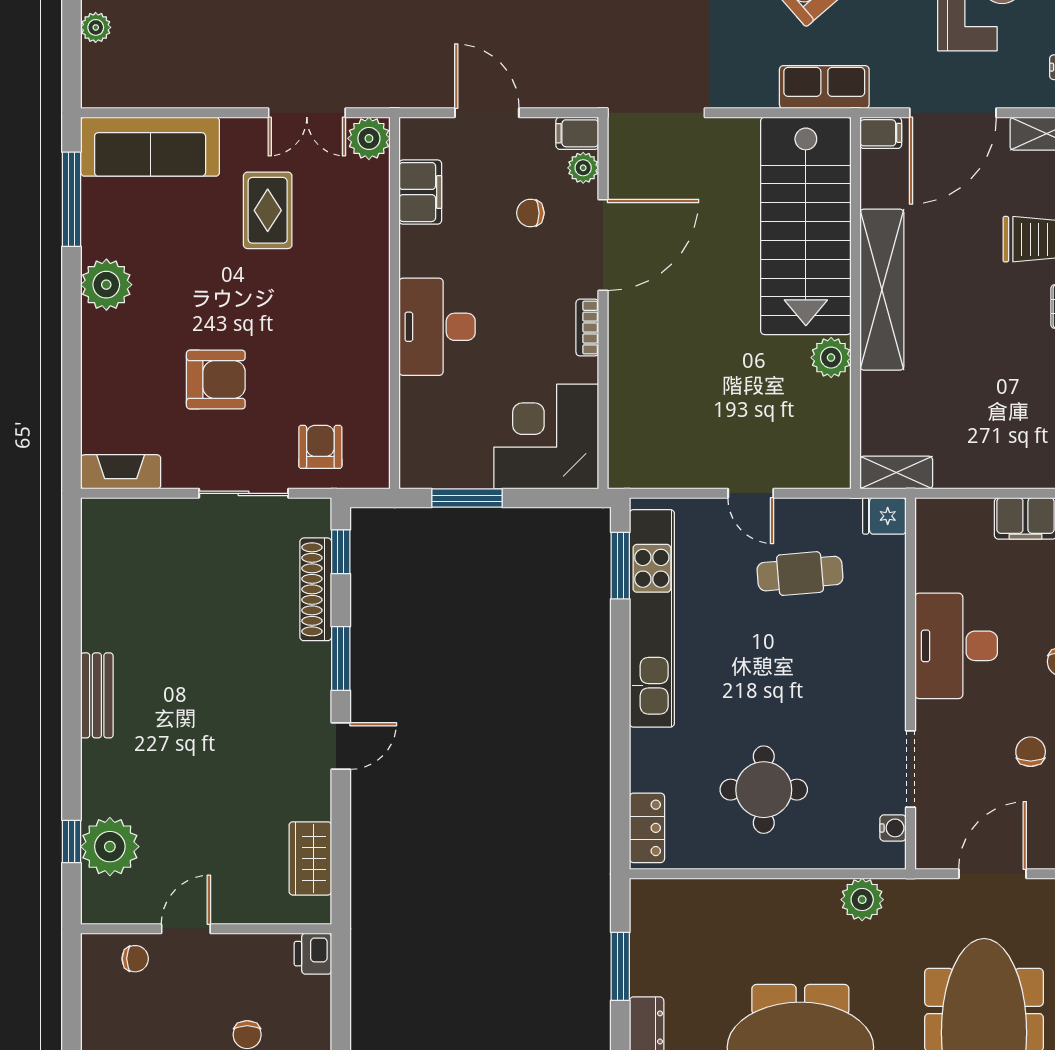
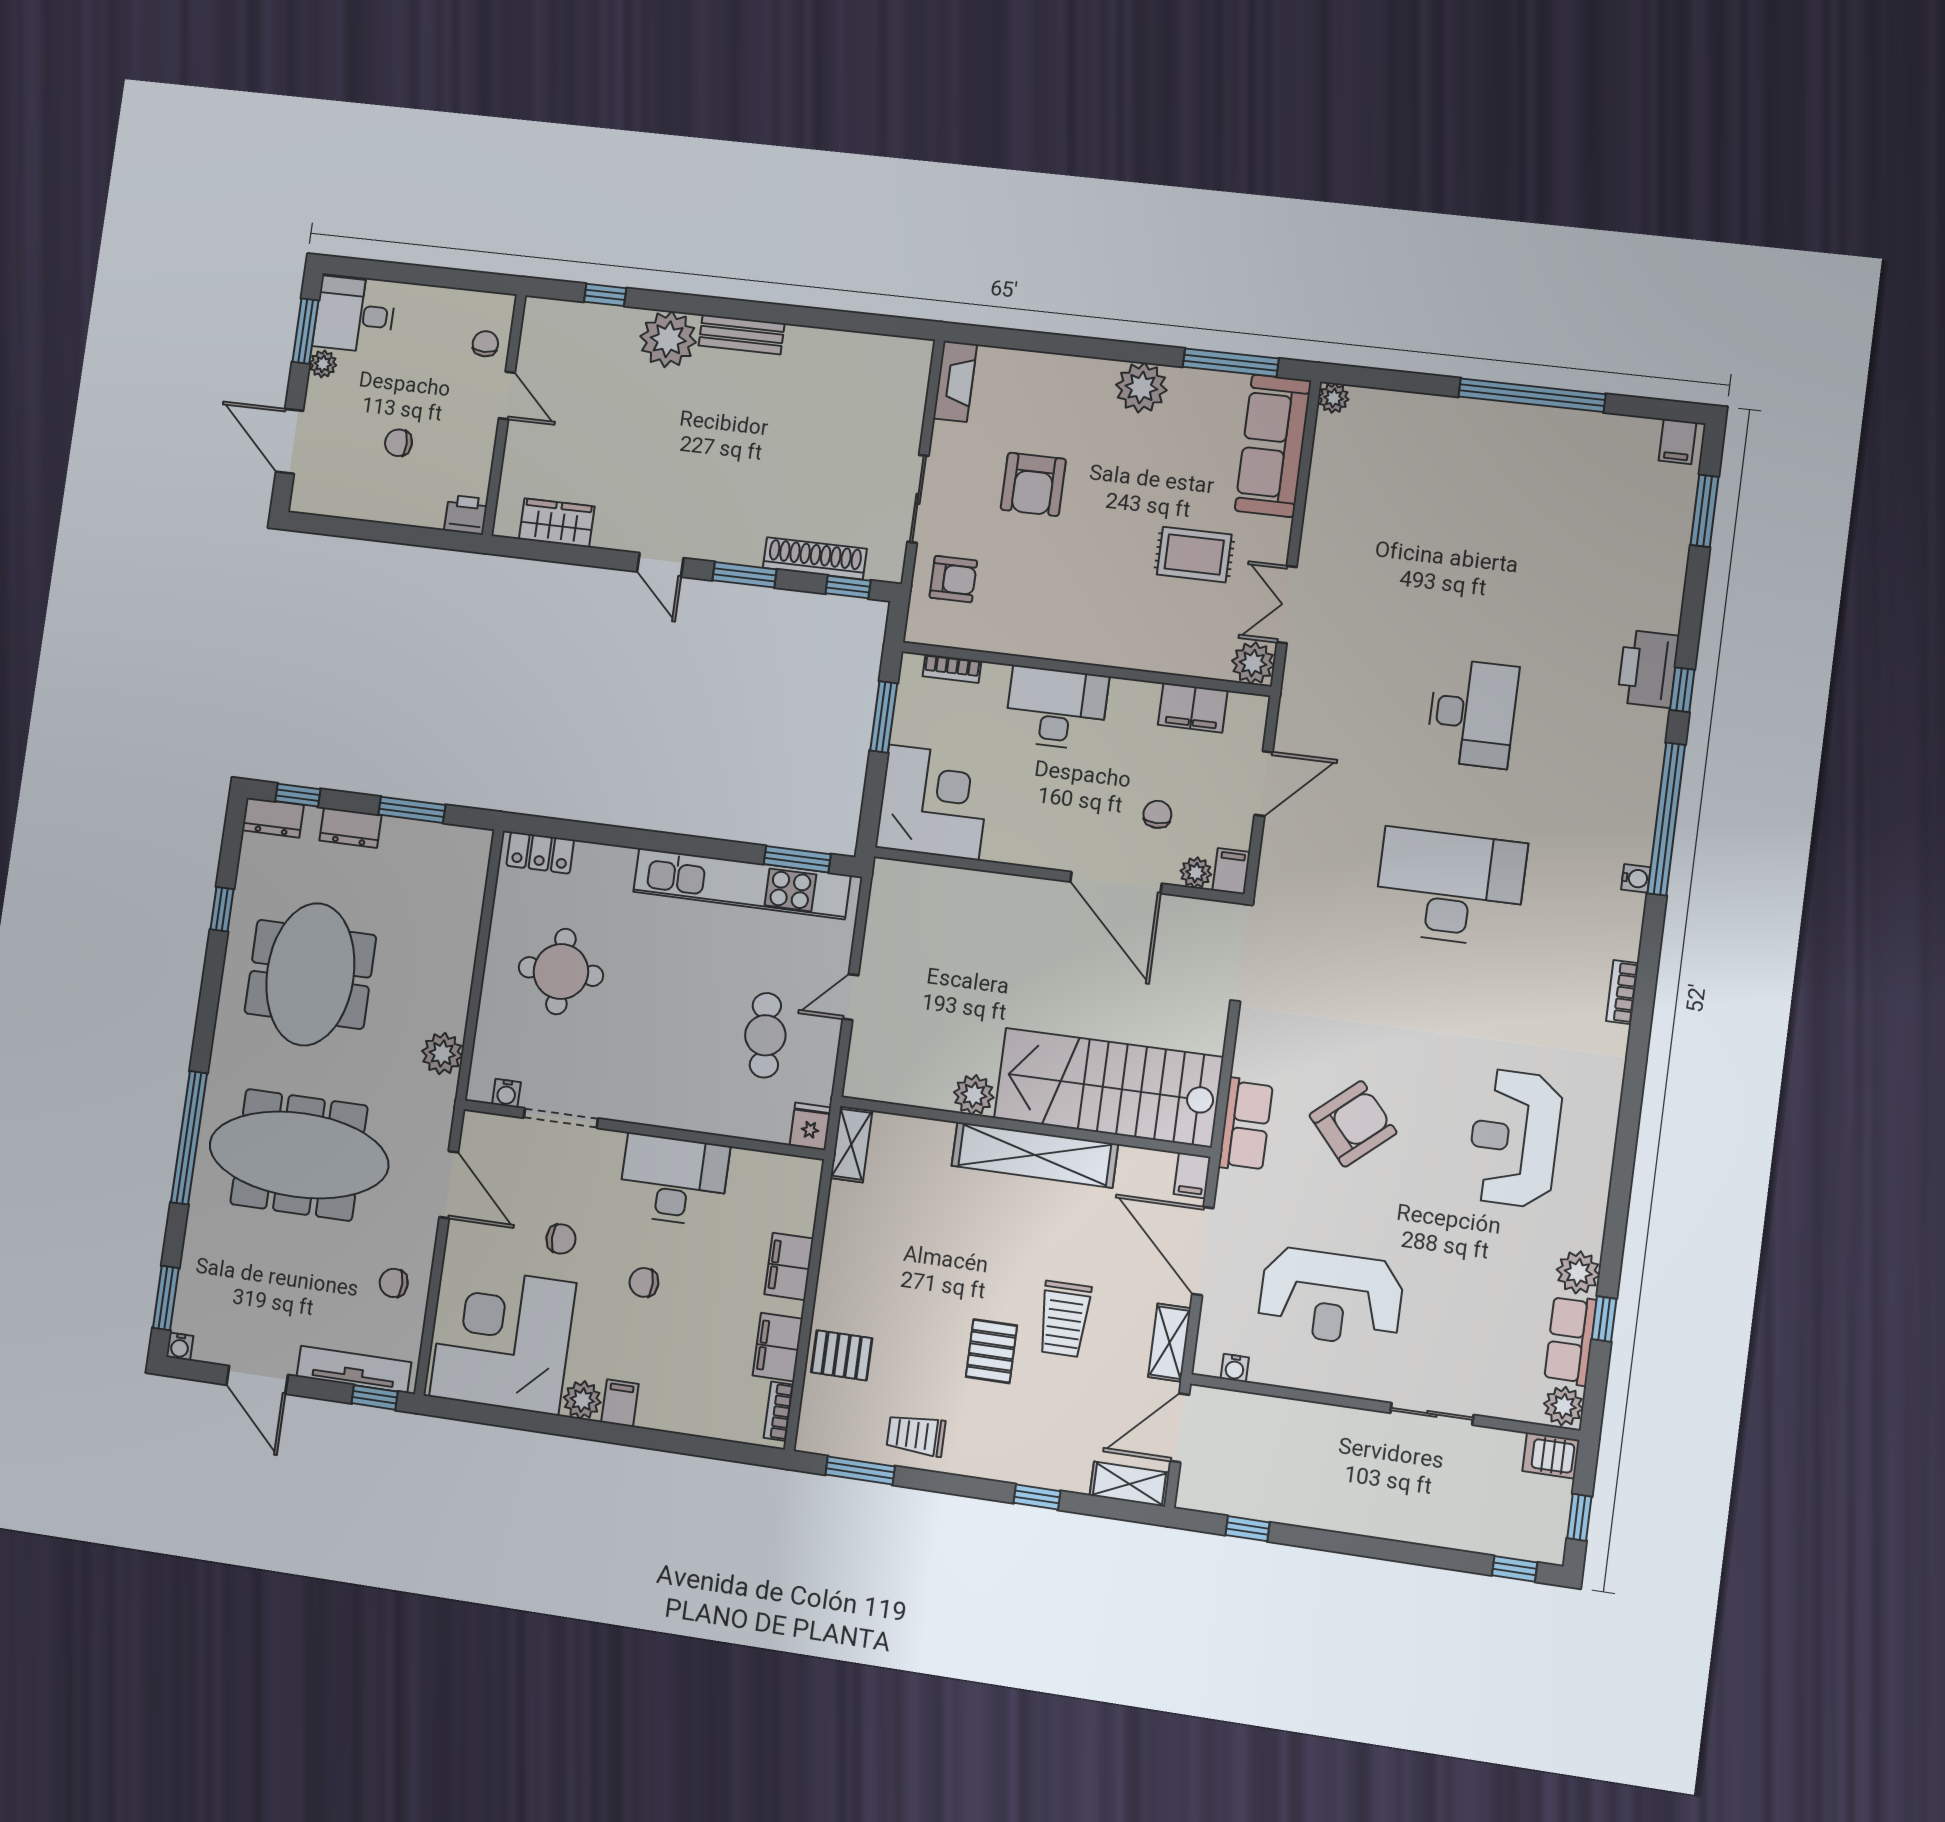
plant: (96, 27) -> (1334, 398), moved
bookcase: (587, 328) -> (952, 669), moved, turned 180
plant: (110, 847) -> (668, 339), moved
chair: (135, 959) -> (485, 344), turned 180

